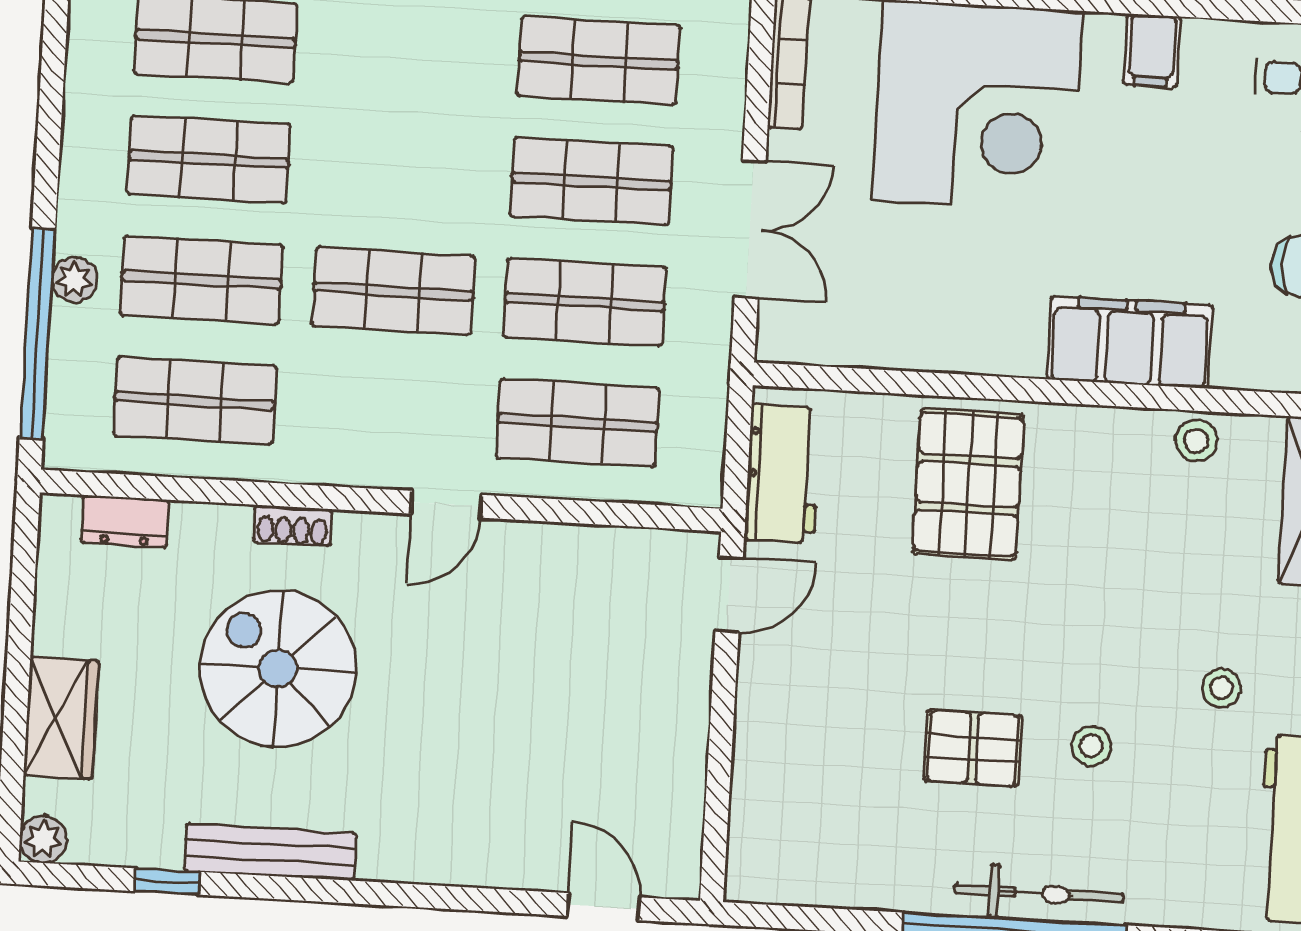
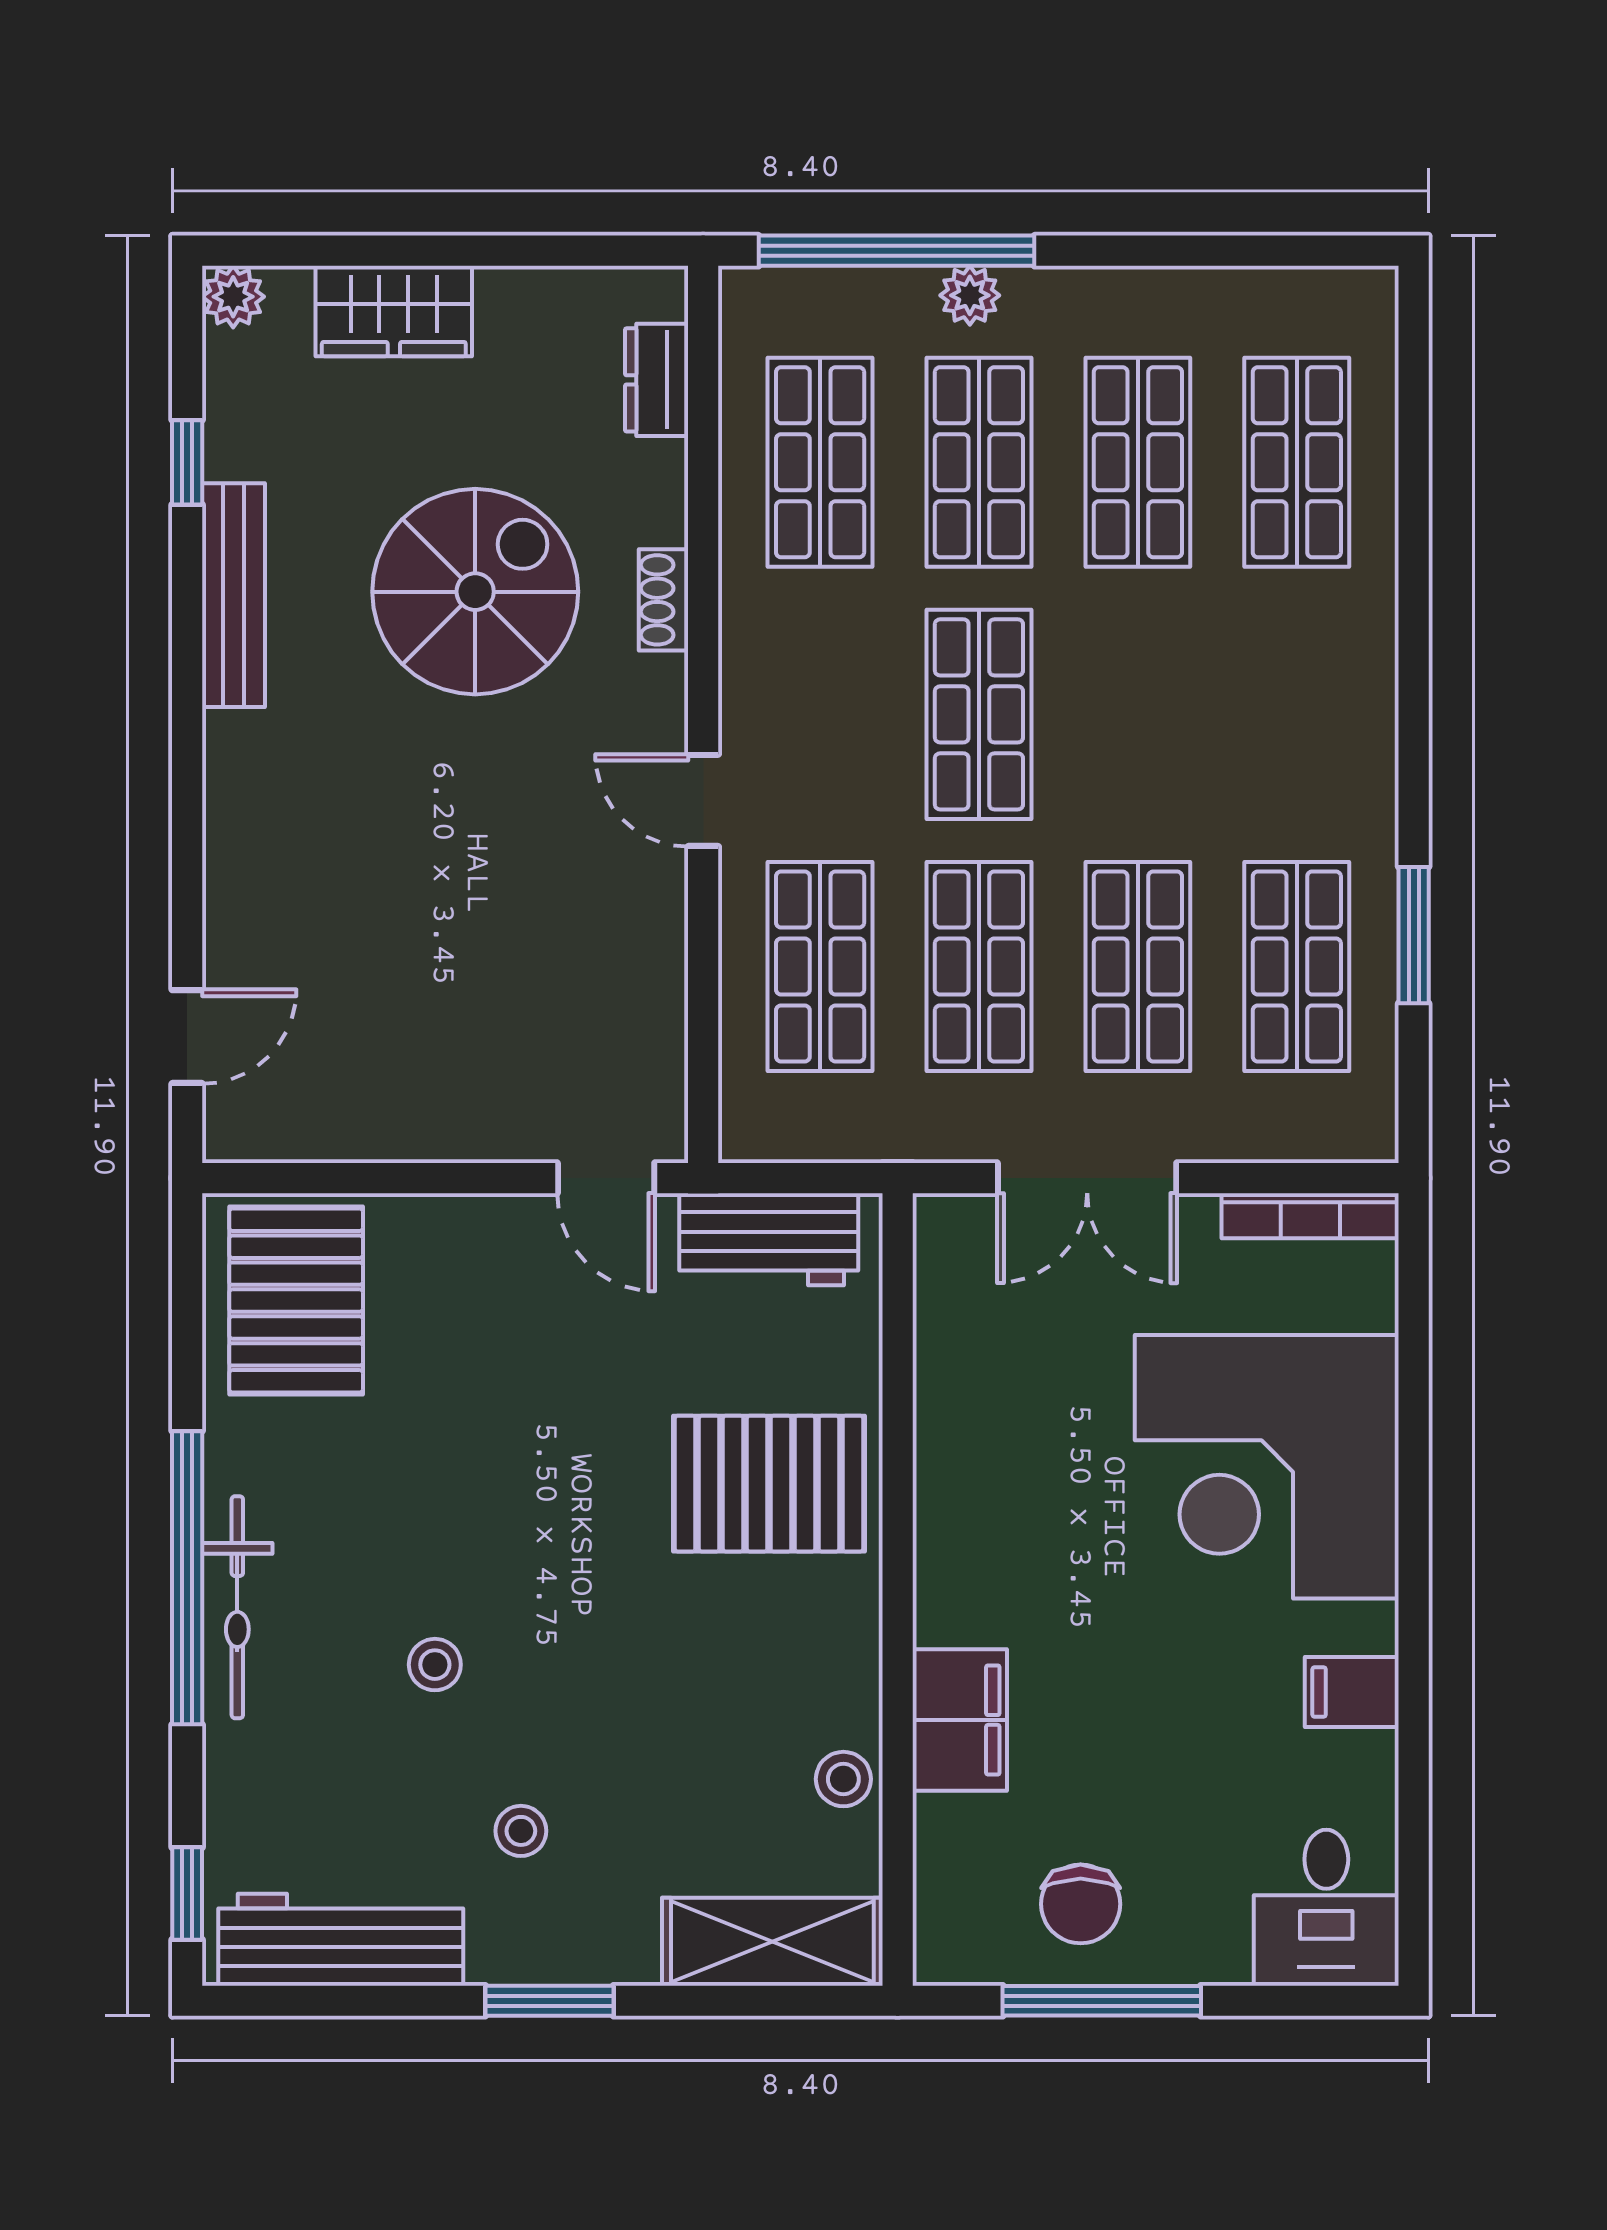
filing cabinet: (1130, 342) -> (960, 1720), width x0.67, depth x0.86
pallet: (973, 748) -> (296, 1301), moved, width x1.50, depth x1.42

